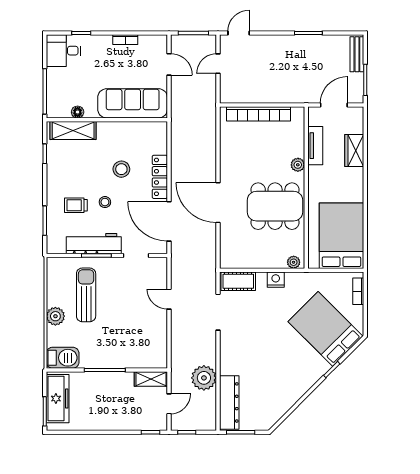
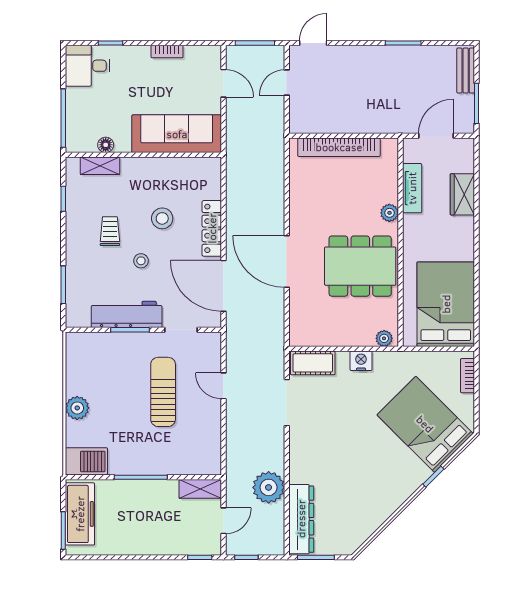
shelving: (73, 131) -> (100, 166), width x0.67, depth x0.75
trolley: (76, 205) -> (110, 231), moved, turned 90
sun lounger: (86, 295) -> (163, 392), moved

